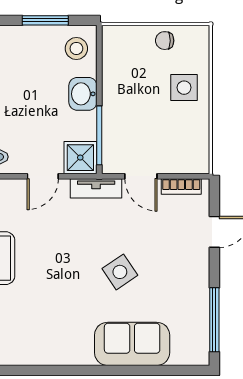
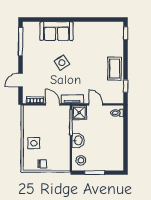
door: (43, 176) -> (96, 104), hinge flipped

